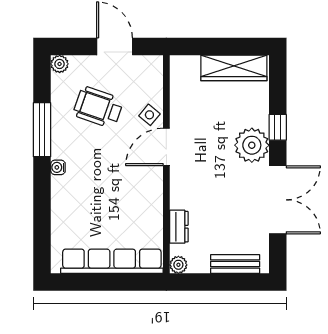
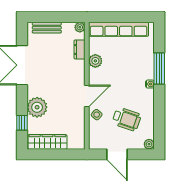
window: (278, 127) -> (22, 123), moved
window: (42, 130) -> (159, 69), moved
plant: (252, 145) -> (37, 107), moved
plant: (152, 207) -> (95, 61), added

